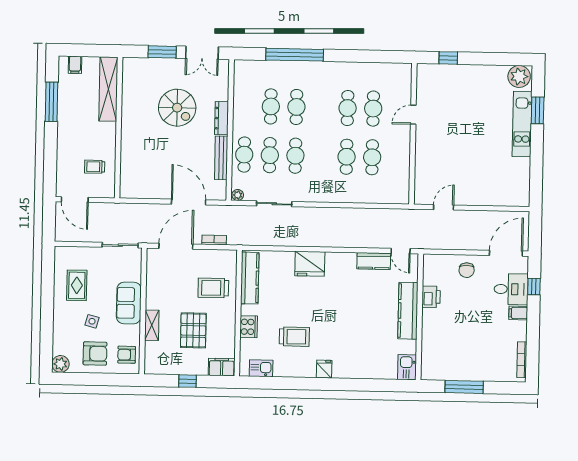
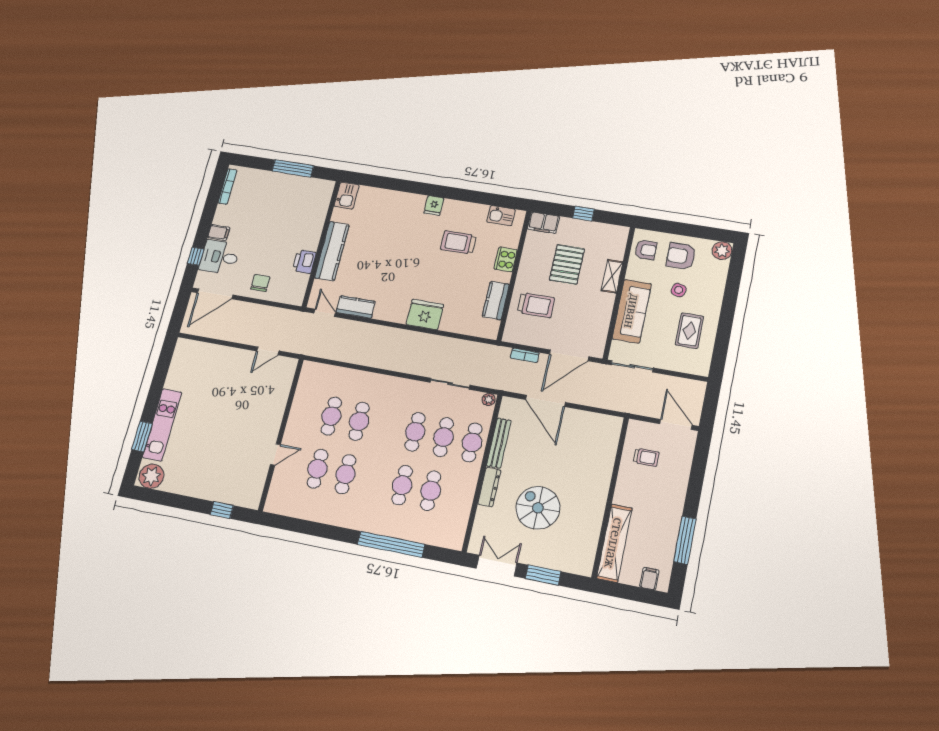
kitchen counter: (250, 278) -> (496, 301), width x0.67
sofa: (129, 303) -> (632, 311), width x1.36

